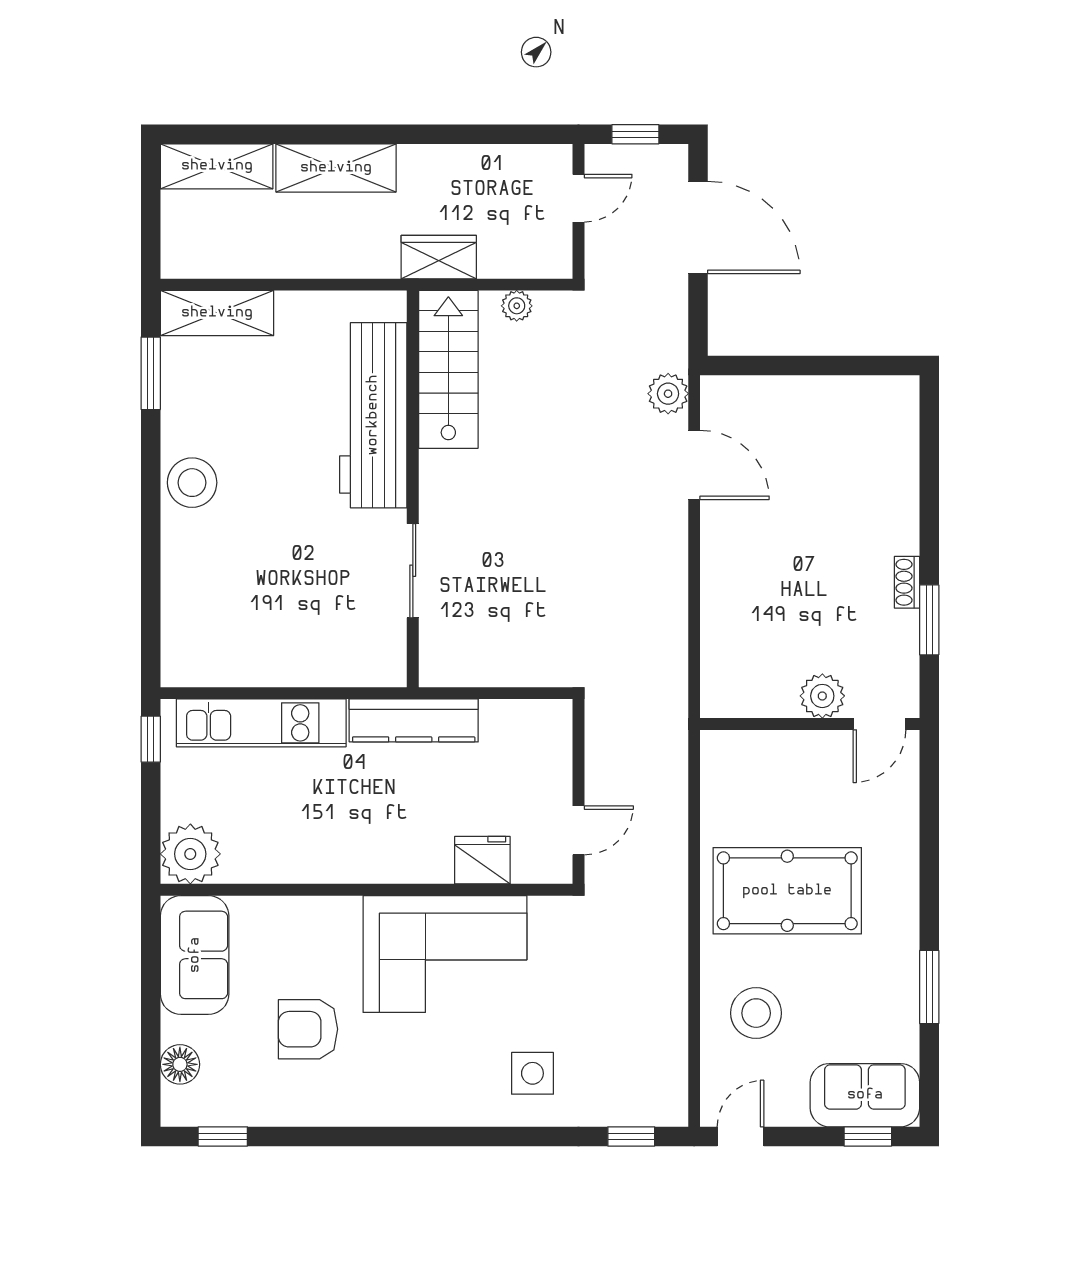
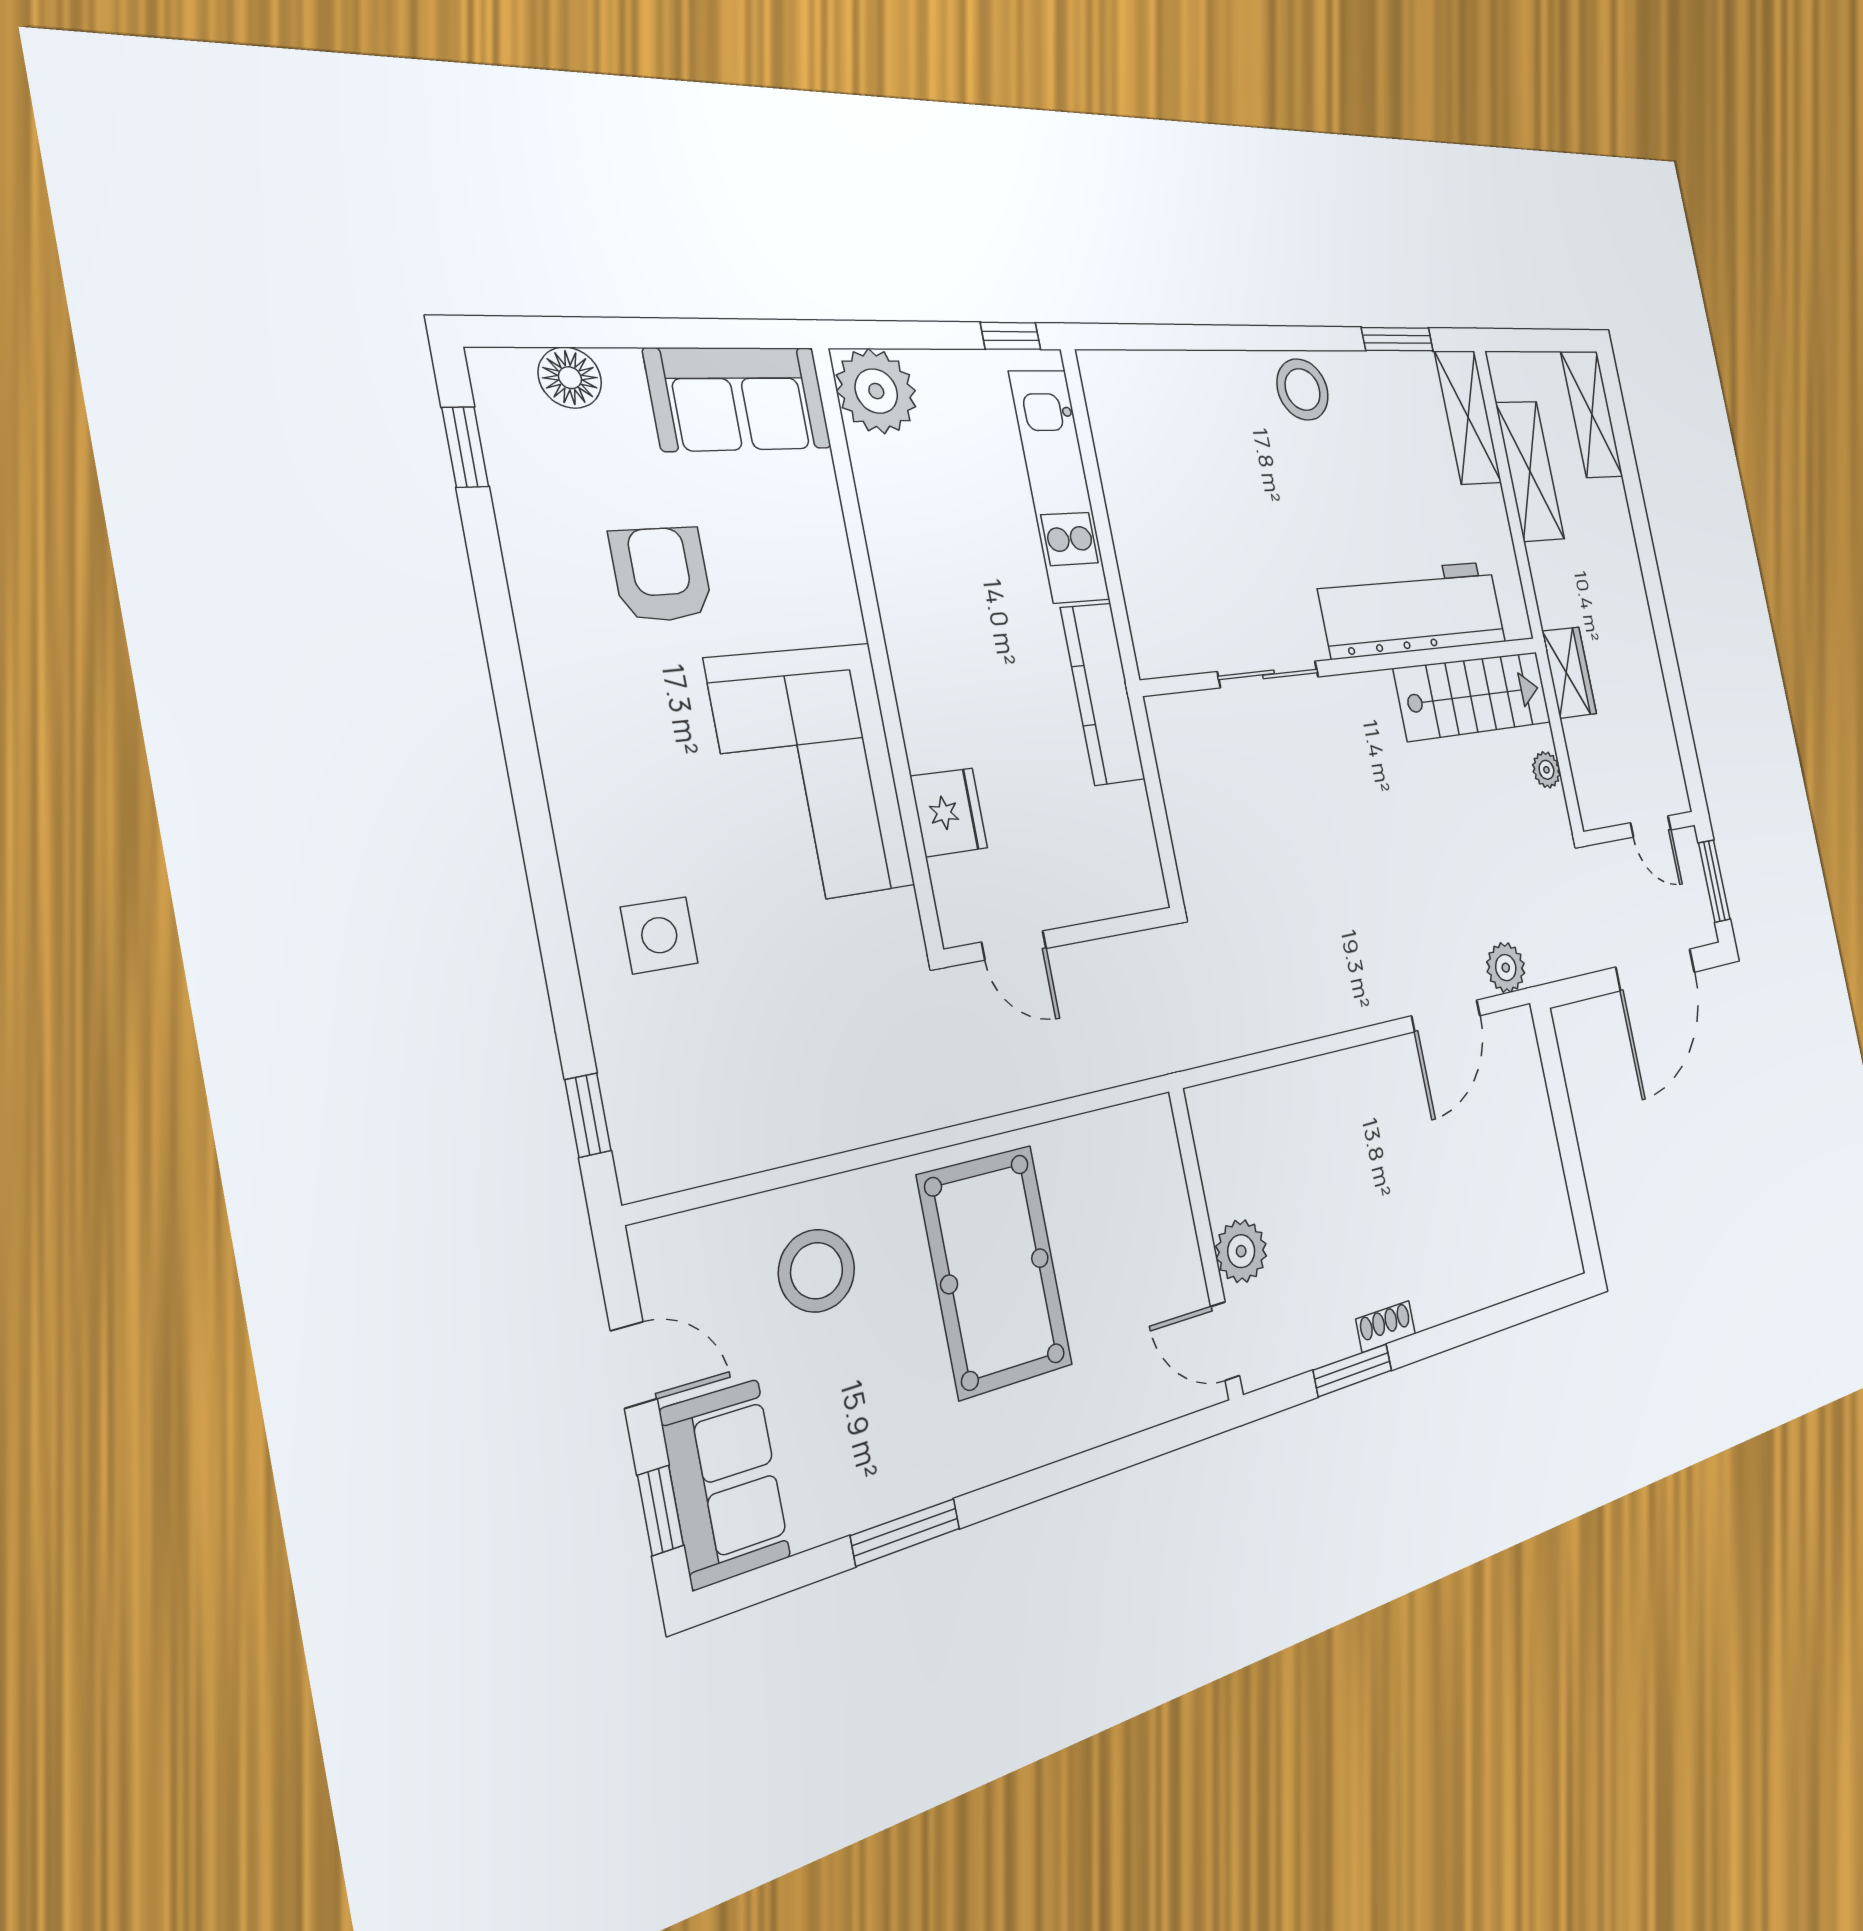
window: (635, 134) -> (1714, 881), width x1.50
shelving: (336, 168) -> (1530, 471), moved
door: (741, 1136) -> (634, 1365), moved

